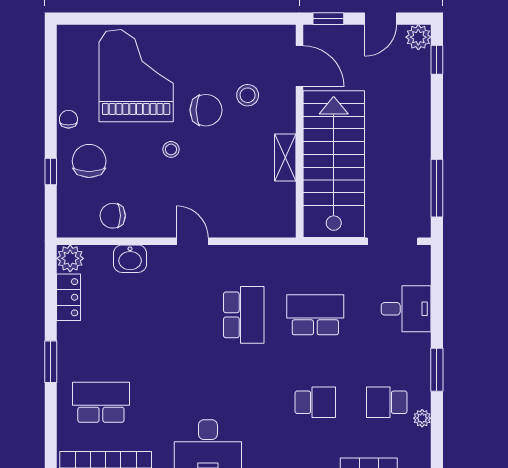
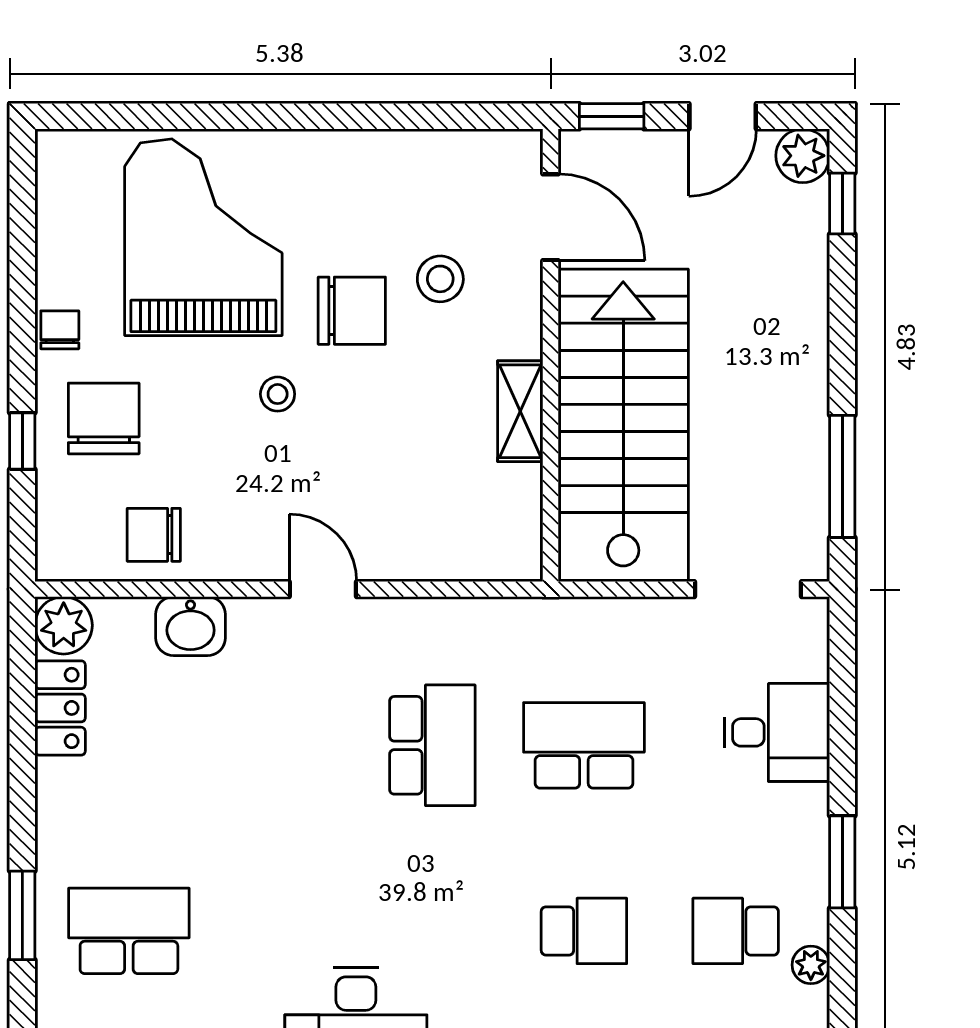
window: (51, 362) -> (22, 915), moved

